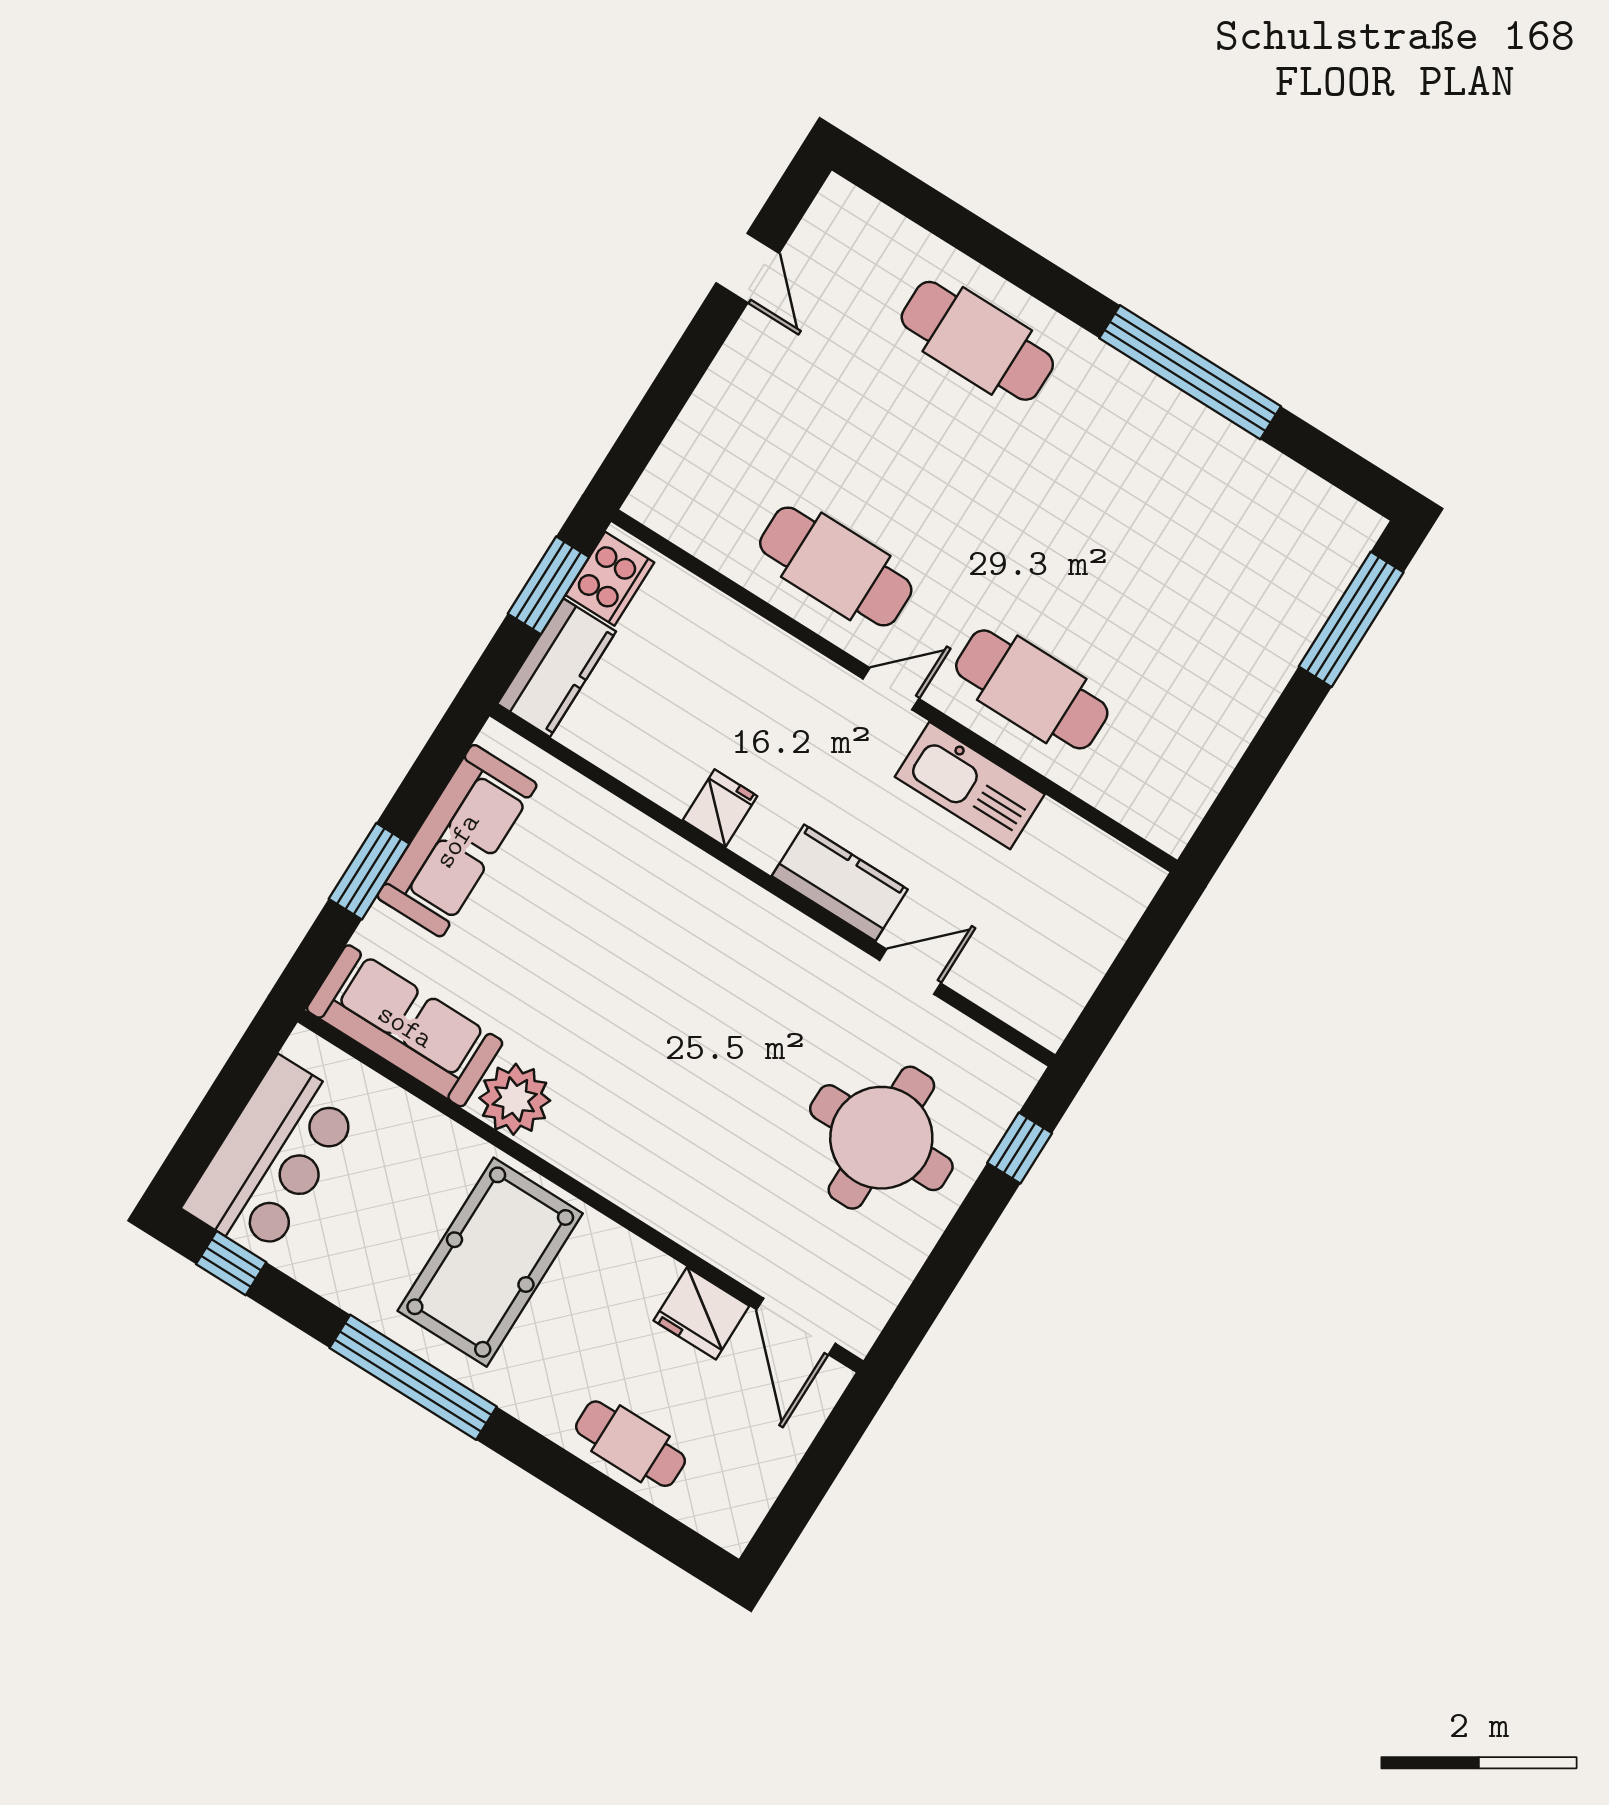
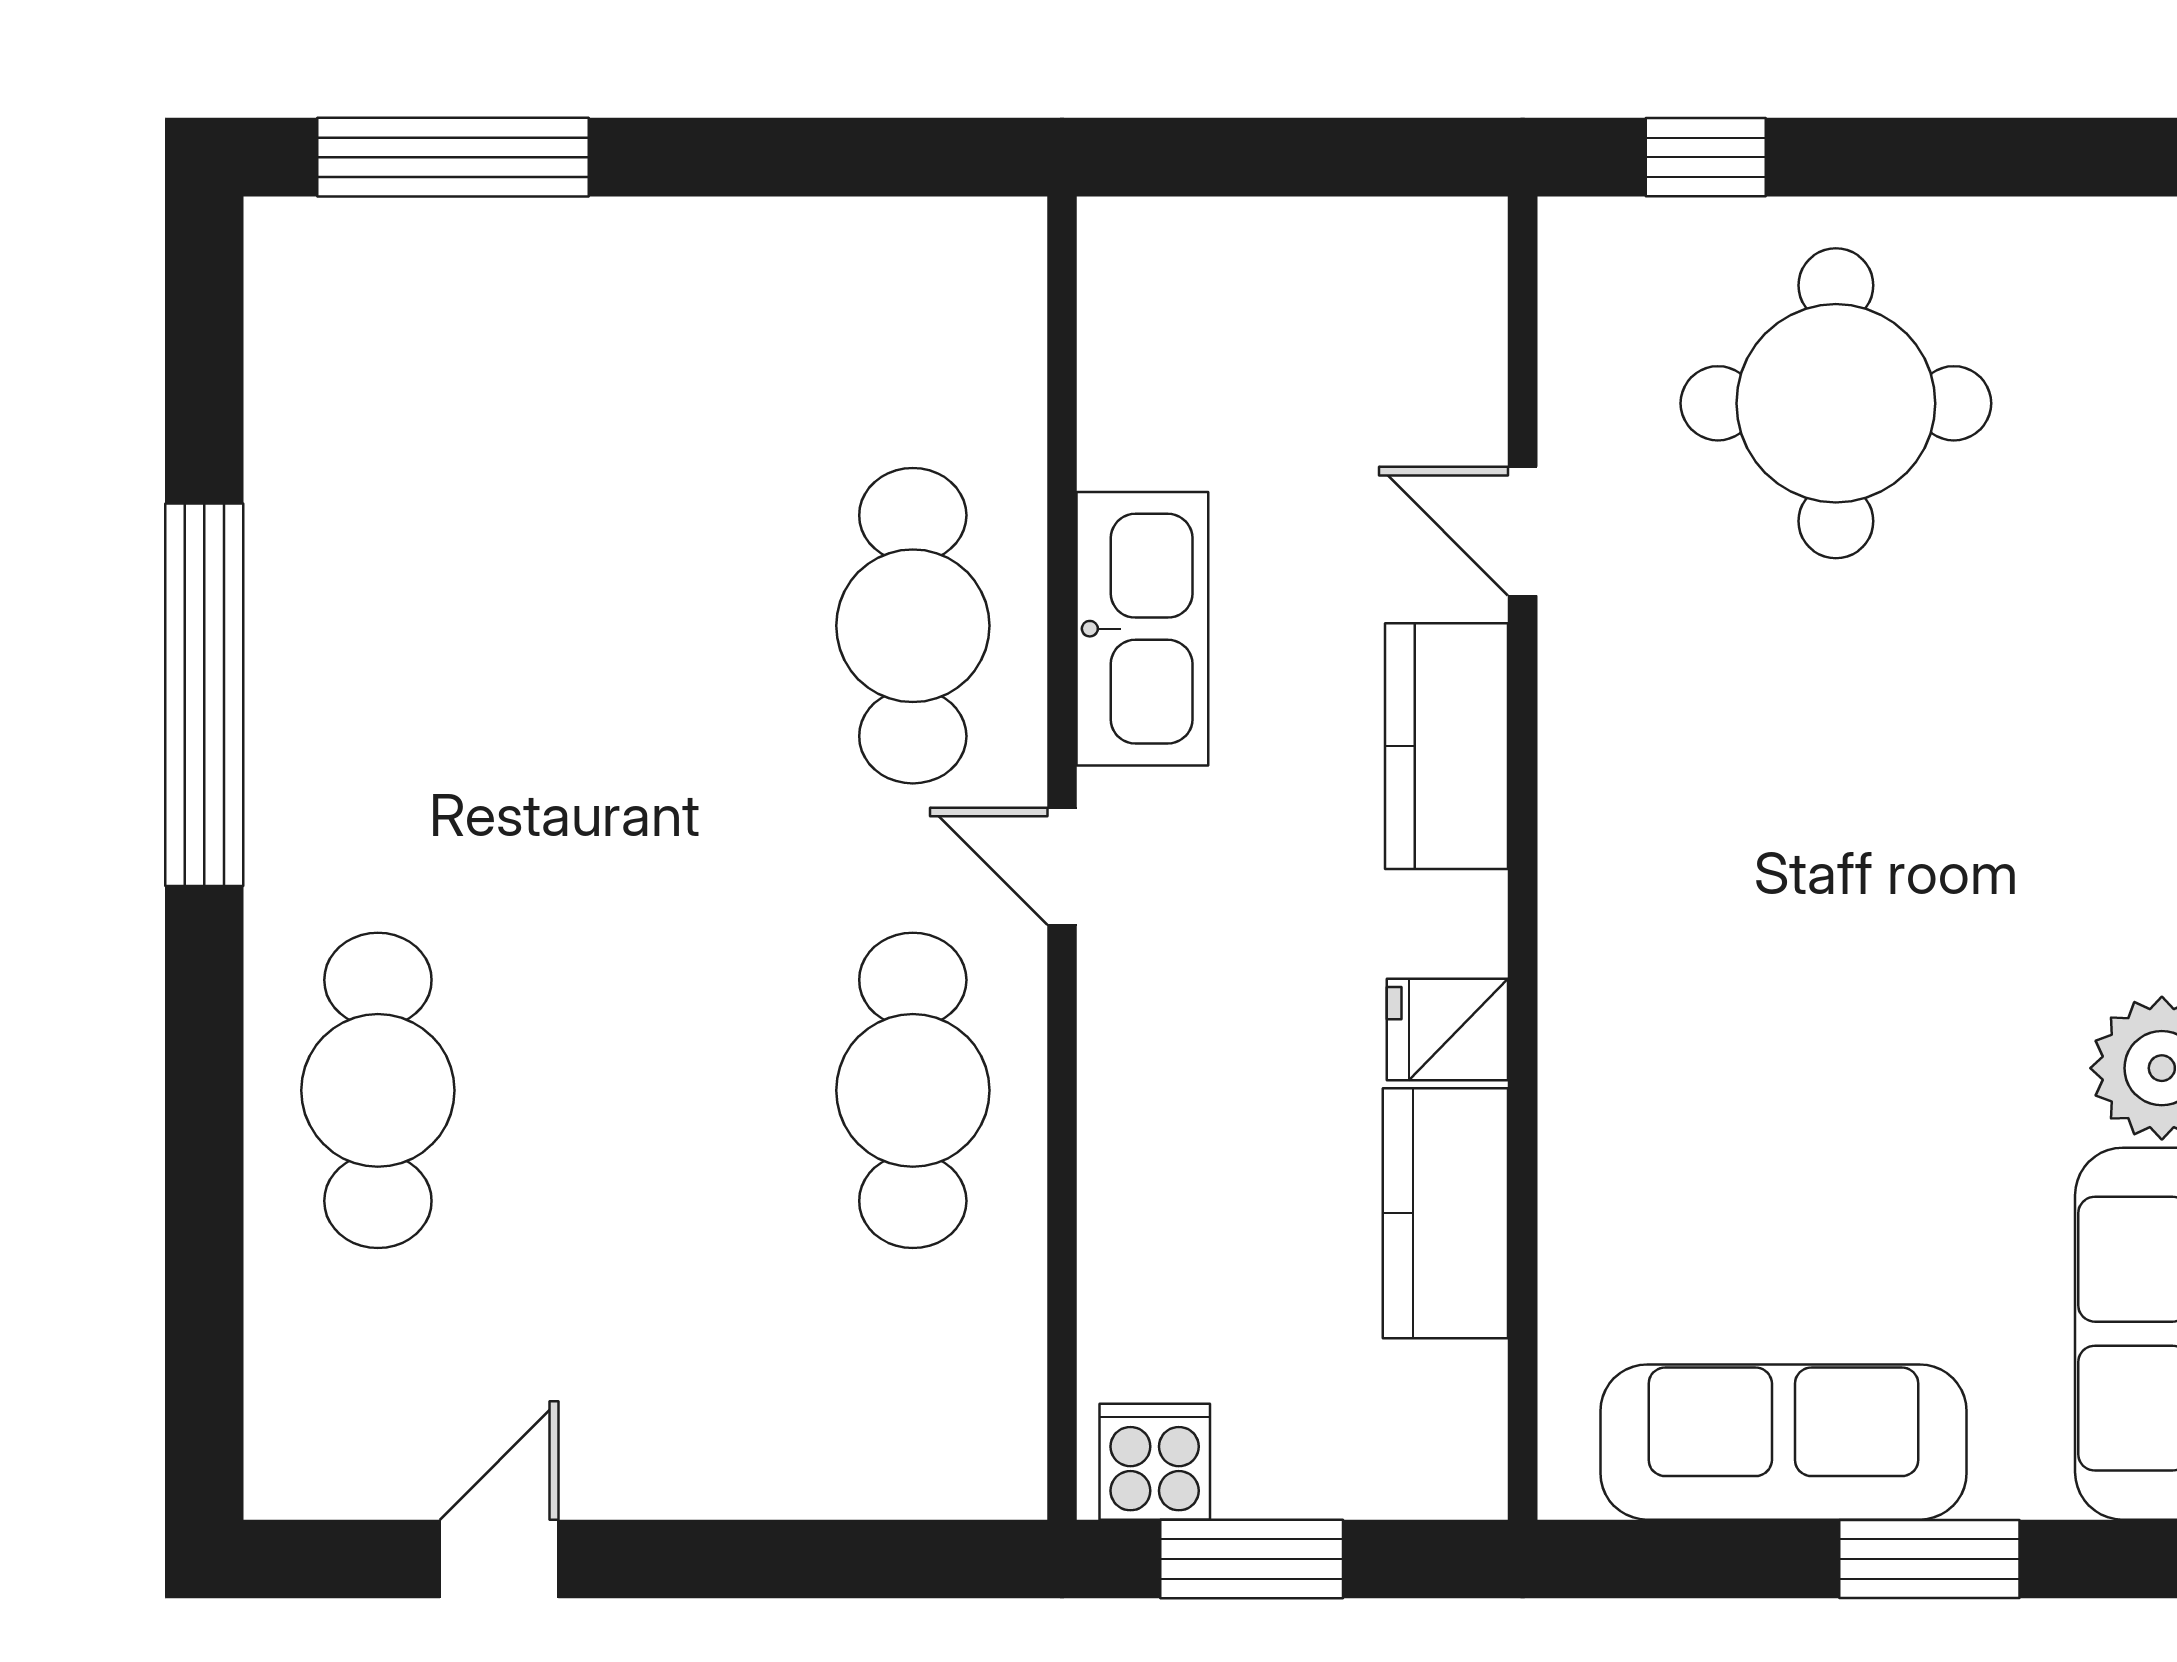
cooker: (610, 579) -> (1155, 1462), width x0.73
kitchen counter: (557, 668) -> (1445, 1213), moved, turned -90

